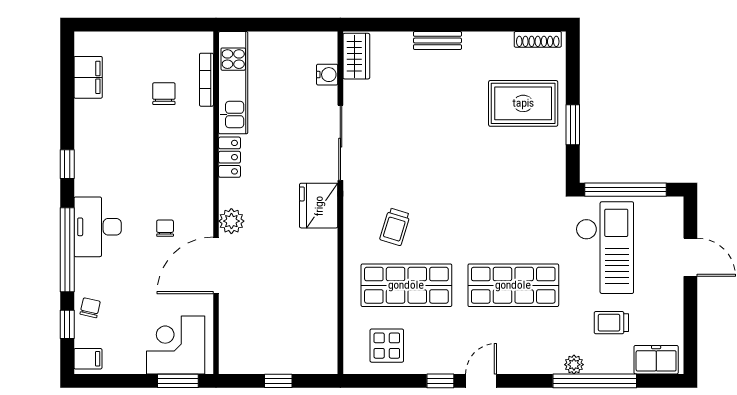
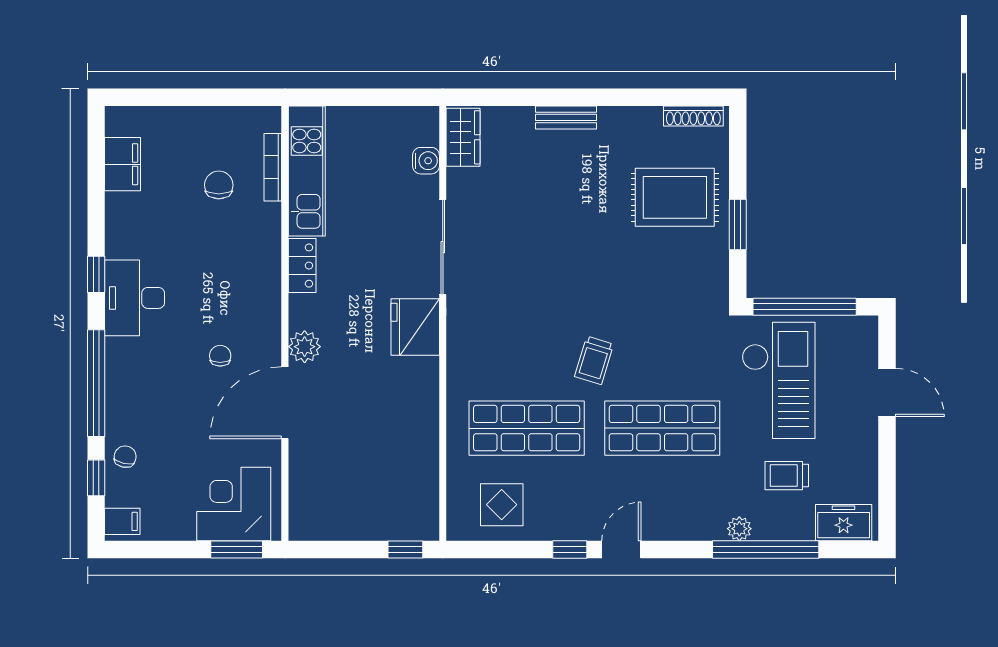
desk: (98, 227) -> (135, 298), moved
trolley: (395, 227) -> (594, 360), moved
window: (278, 381) -> (405, 549), moved

